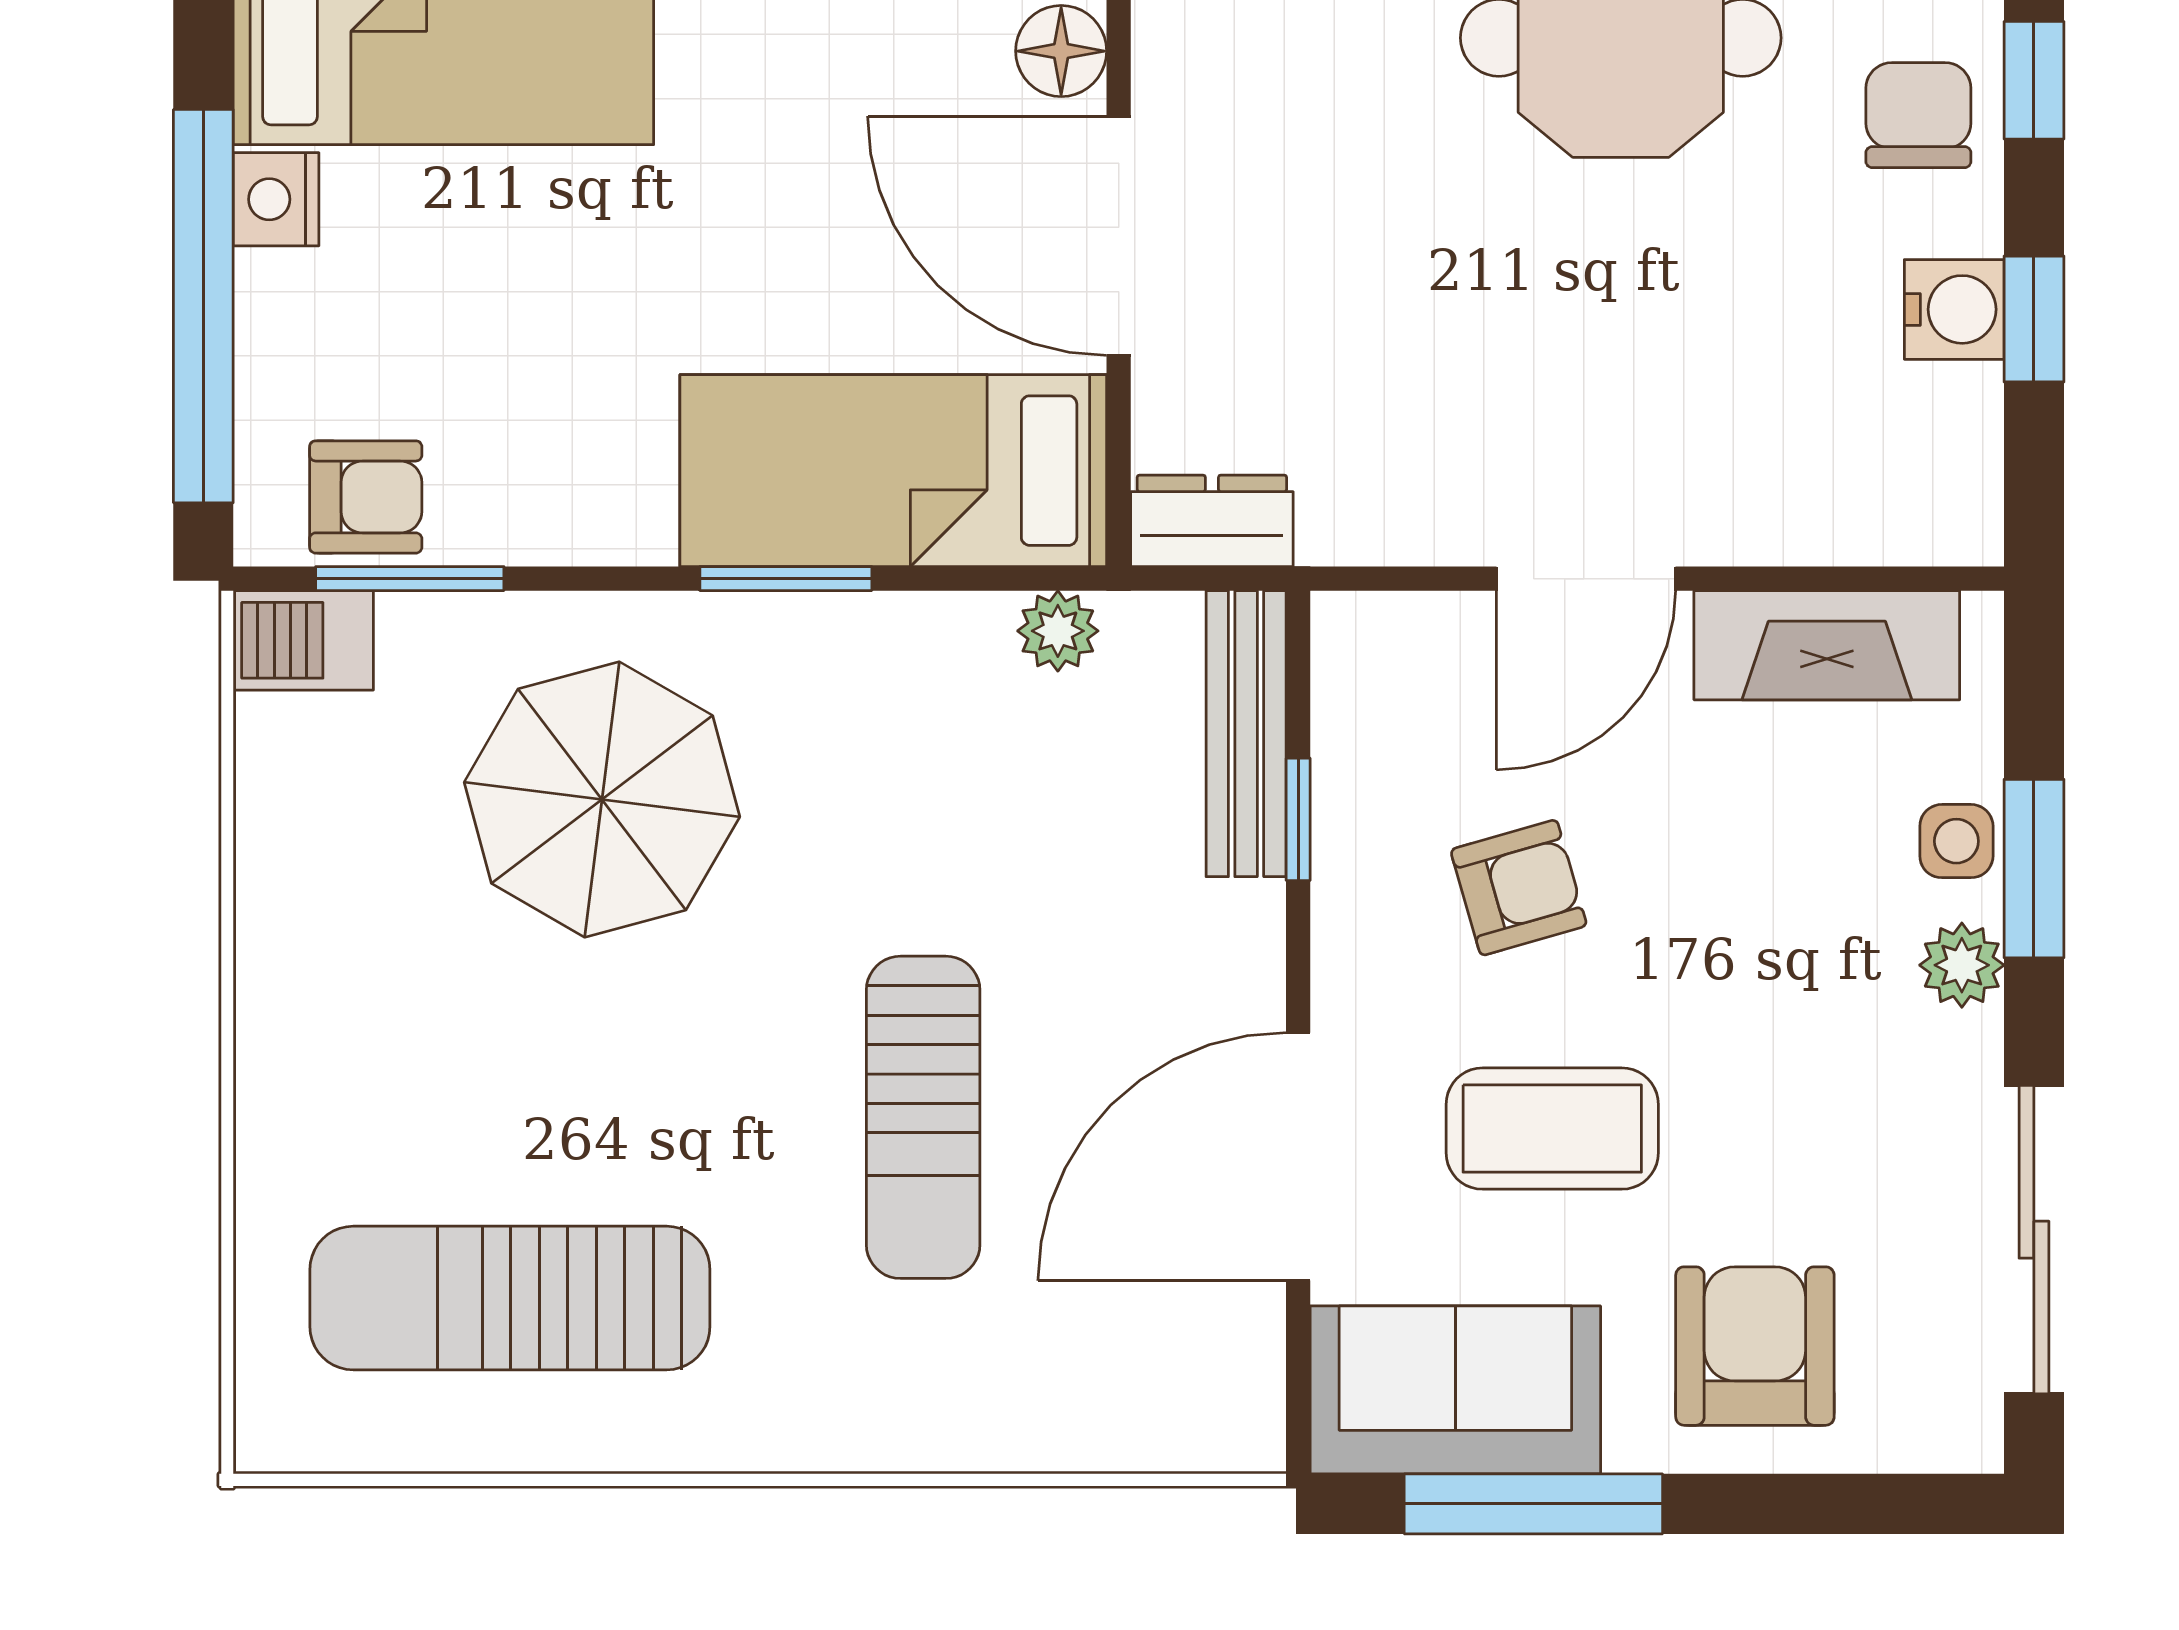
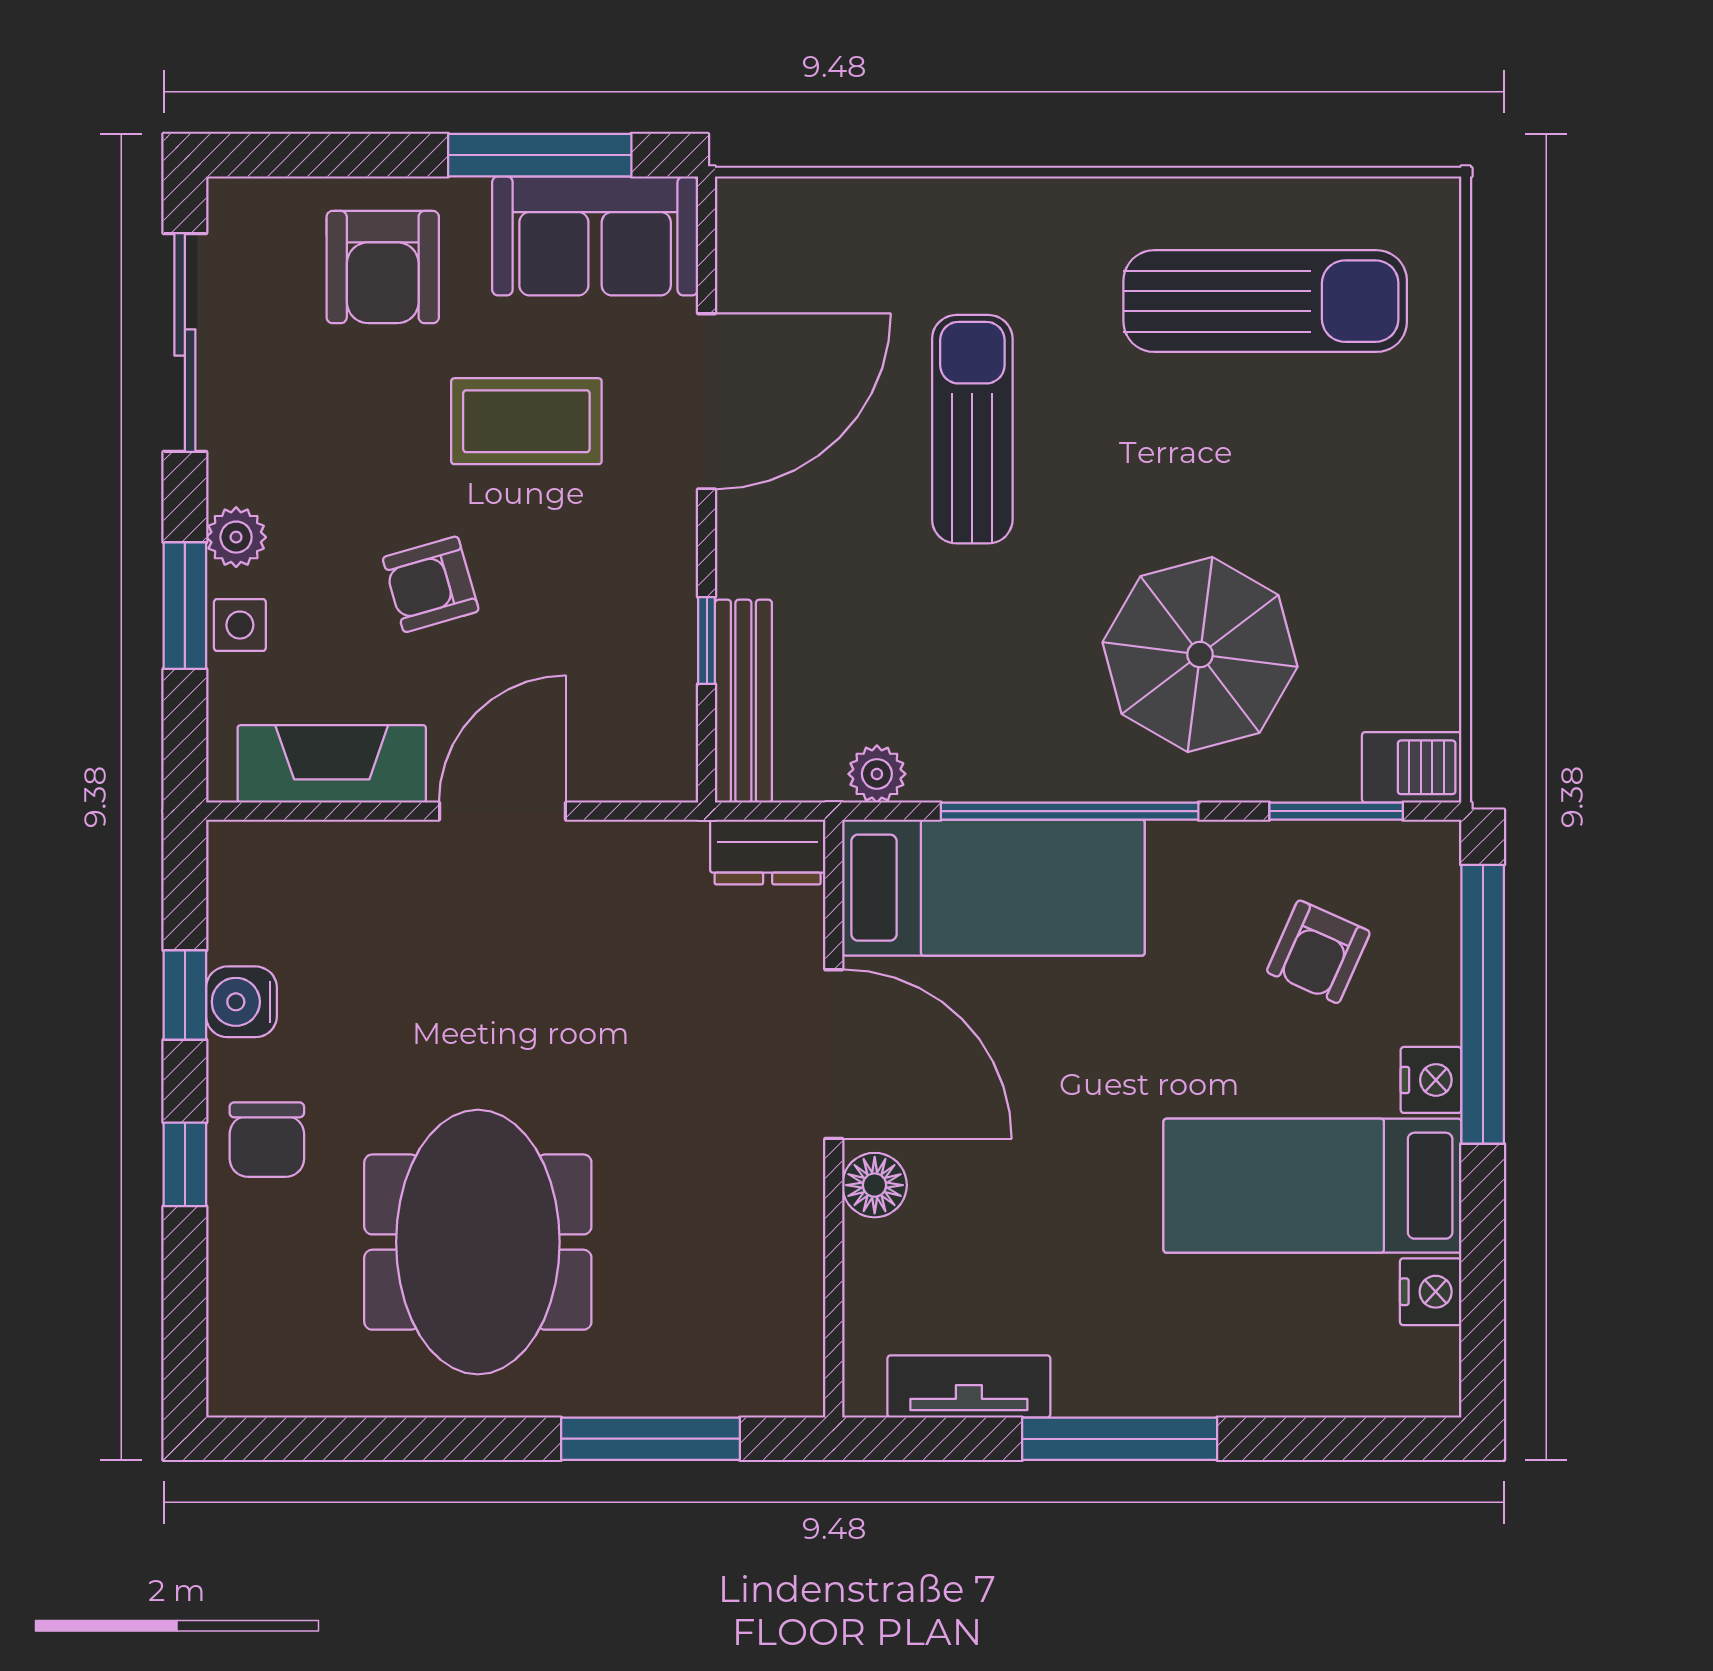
armchair: (366, 497) -> (1318, 952), moved, turned -66
window: (786, 579) -> (1070, 811), width x2.11
armchair: (1519, 888) -> (431, 584), moved

